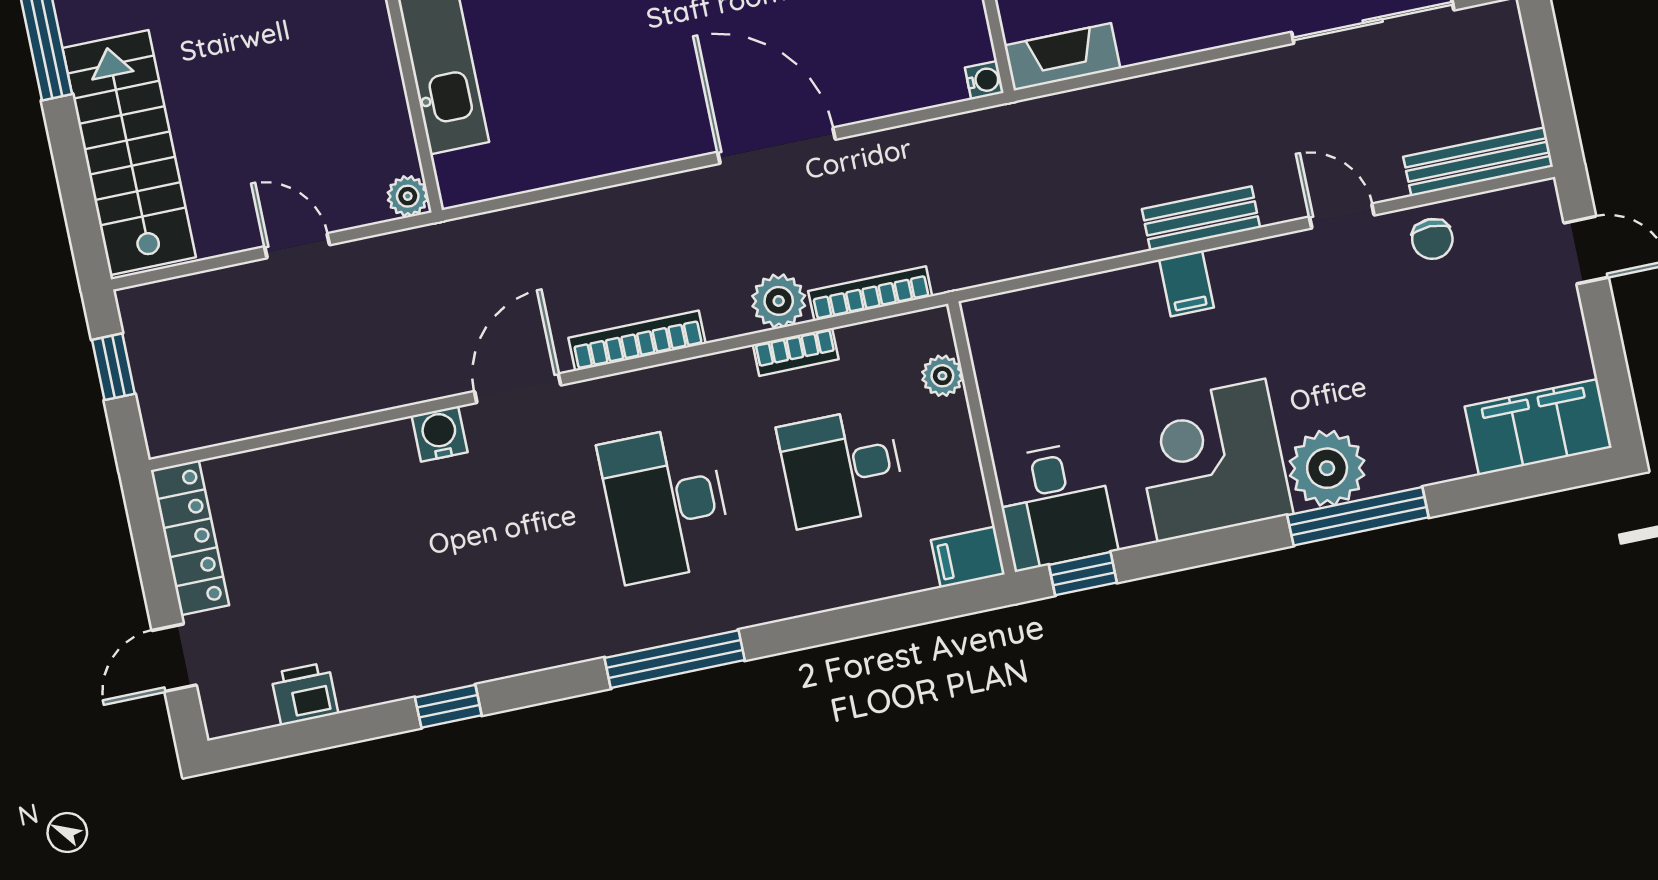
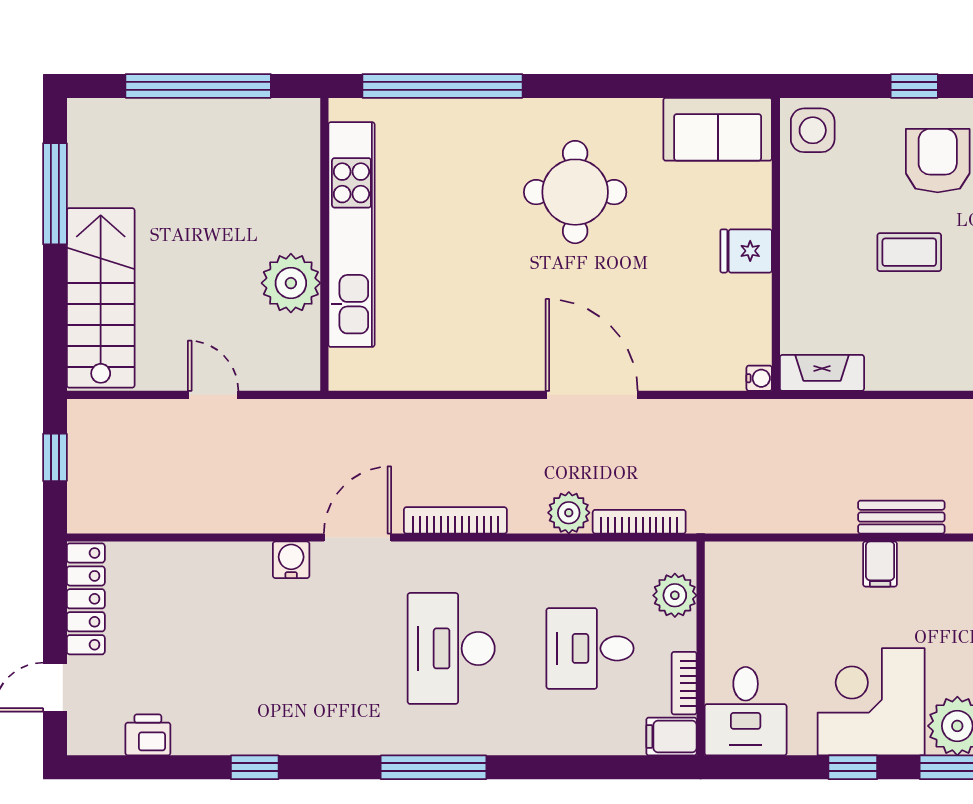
plant: (408, 196) -> (291, 283), moved, width x1.88, depth x1.88
bookcase: (796, 352) -> (684, 683), moved, turned 90
plant: (942, 376) -> (675, 595), width x1.38, depth x1.38
window: (1083, 574) -> (853, 767), moved

